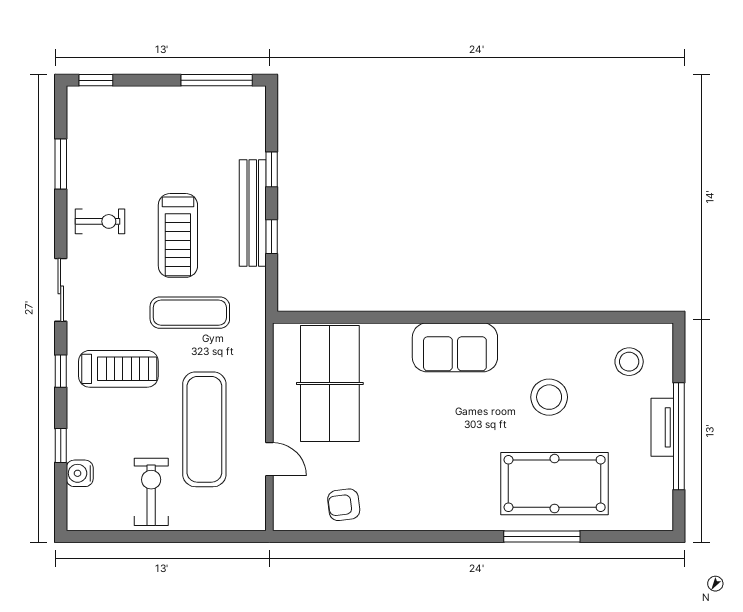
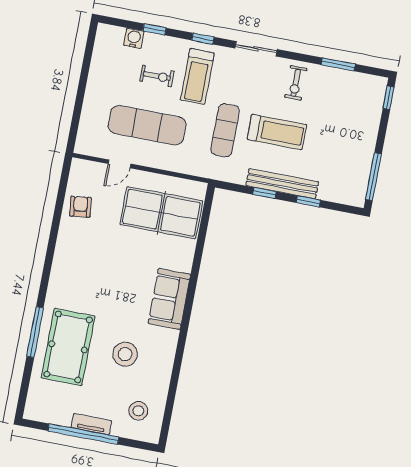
treadmill: (178, 235) -> (277, 132), turned 180
exercise bike: (151, 492) -> (157, 76), moved, width x0.73, depth x0.72

